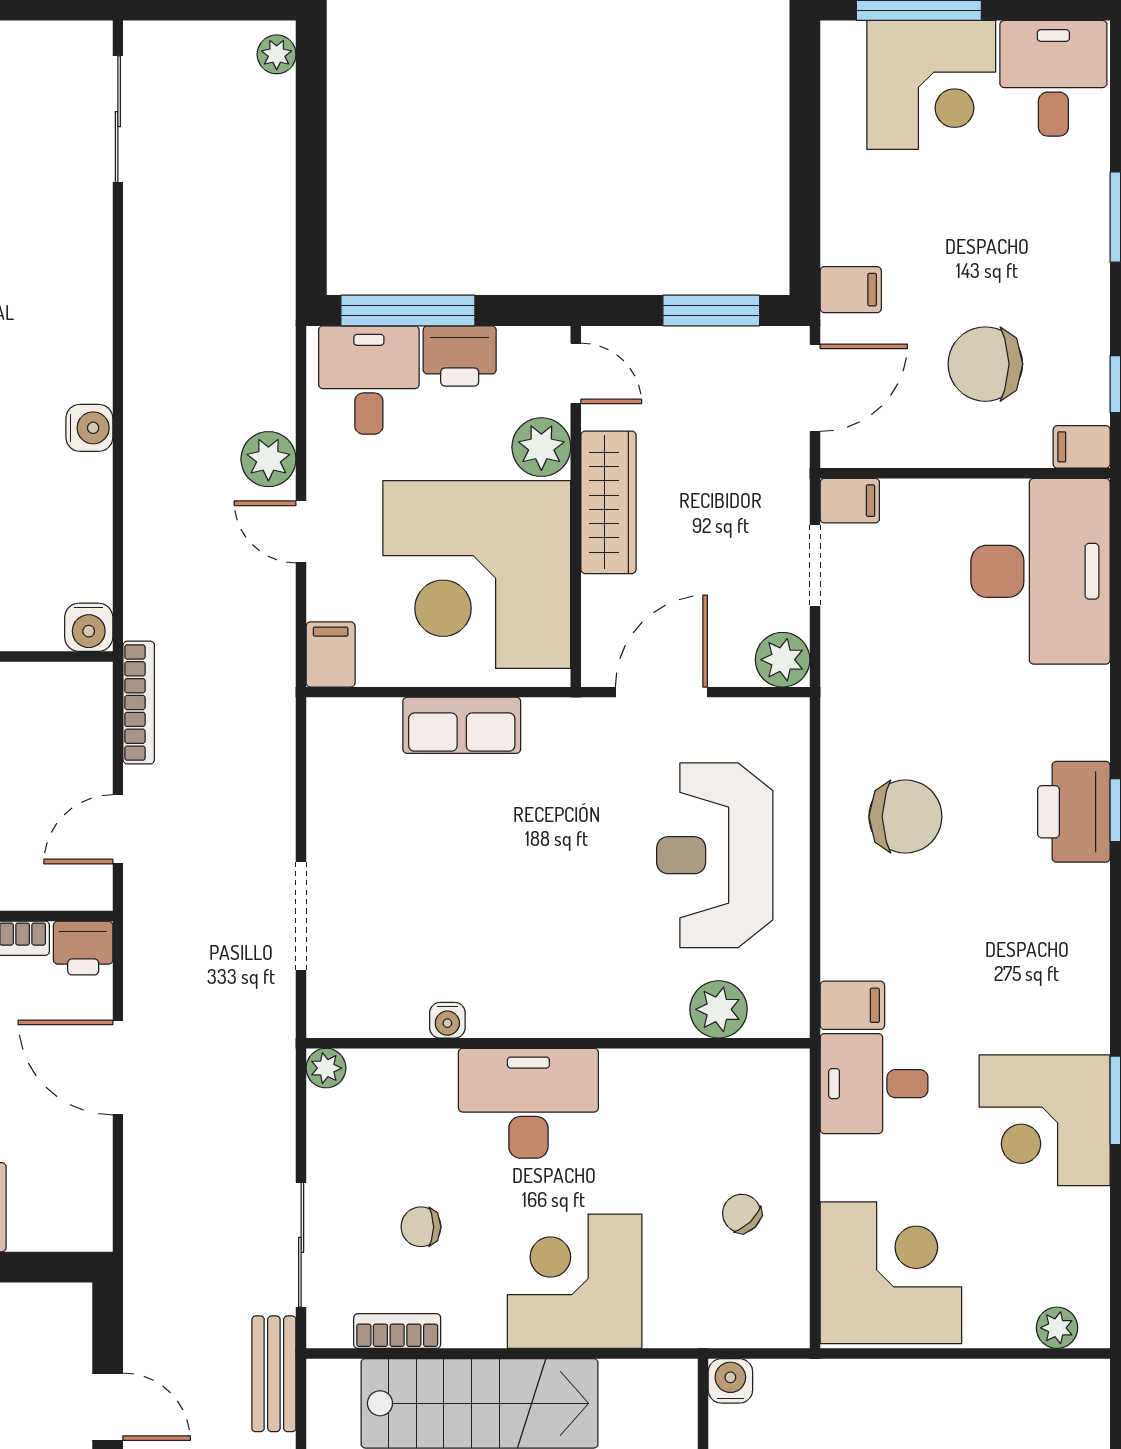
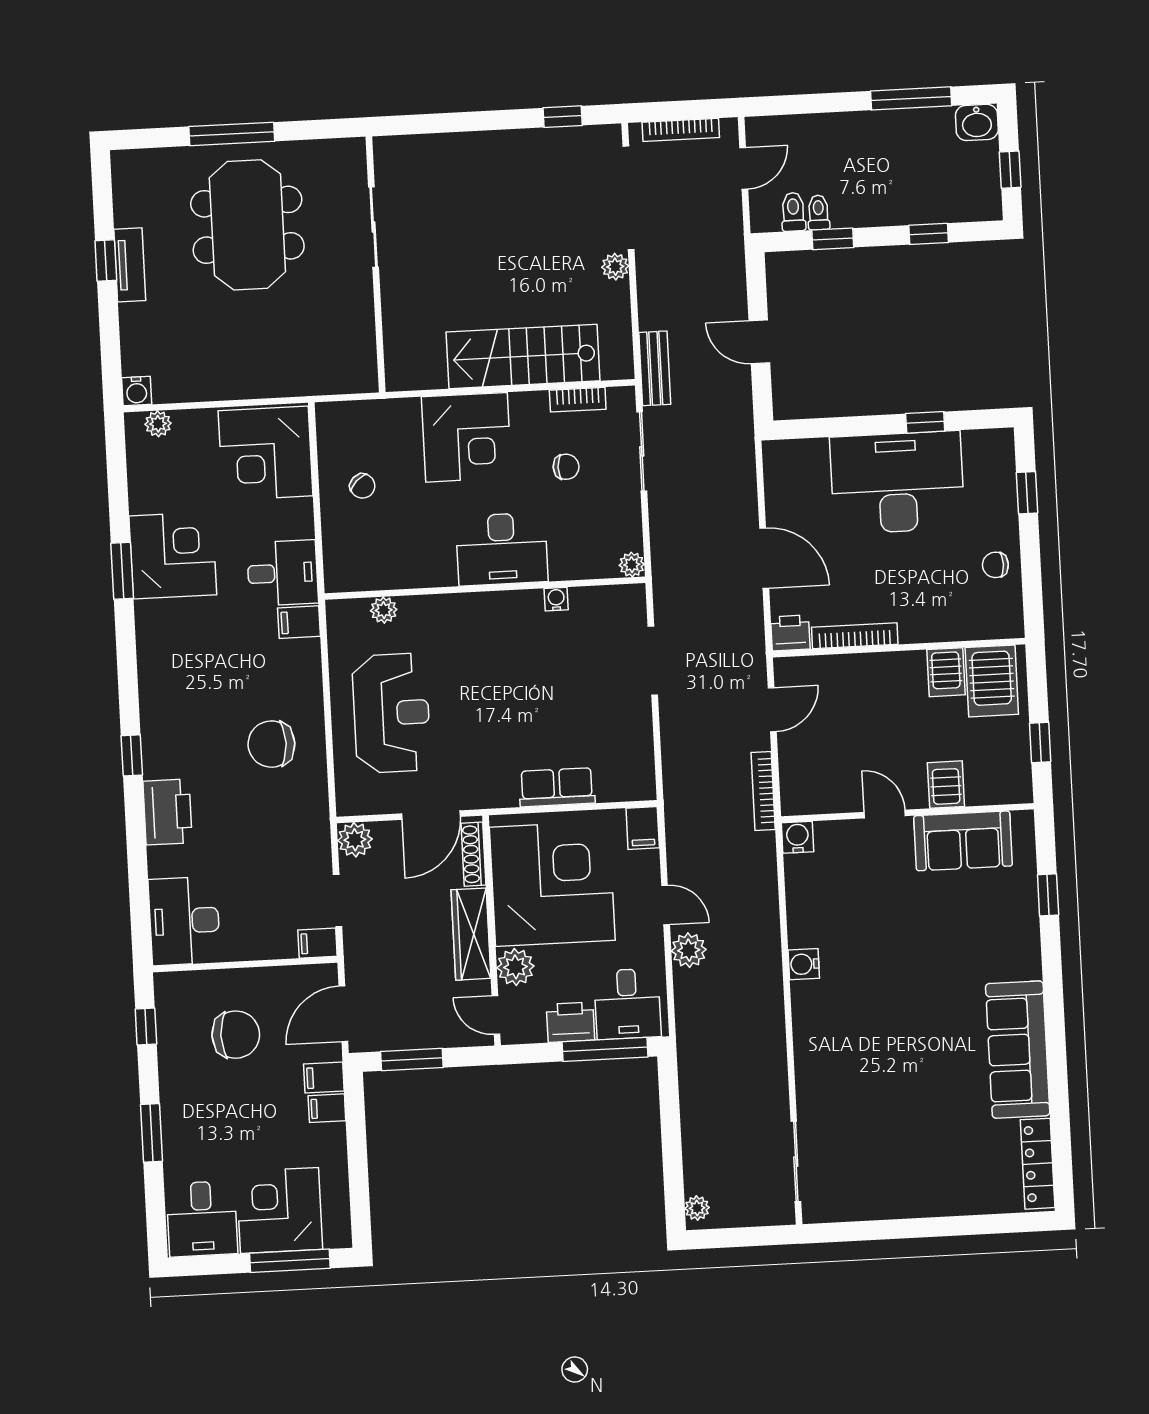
filing cabinet: (1082, 447) -> (327, 1108), moved, turned 180
desk: (1041, 571) -> (184, 921), width x0.73, depth x0.77
shoe rack: (598, 627) -> (474, 854), added
printer: (1074, 812) -> (168, 812), moved
plant: (719, 1009) -> (384, 610), width x0.73, depth x0.73
water cooler: (730, 1381) -> (137, 391), moved

